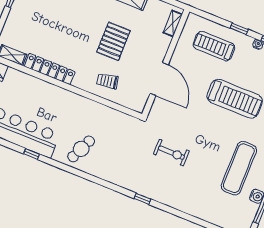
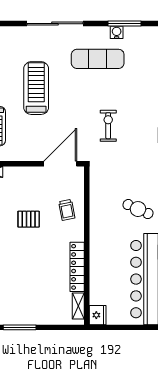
pallet: (113, 41) -> (29, 219), width x0.67, depth x0.71
door: (159, 79) -> (60, 164), moved

